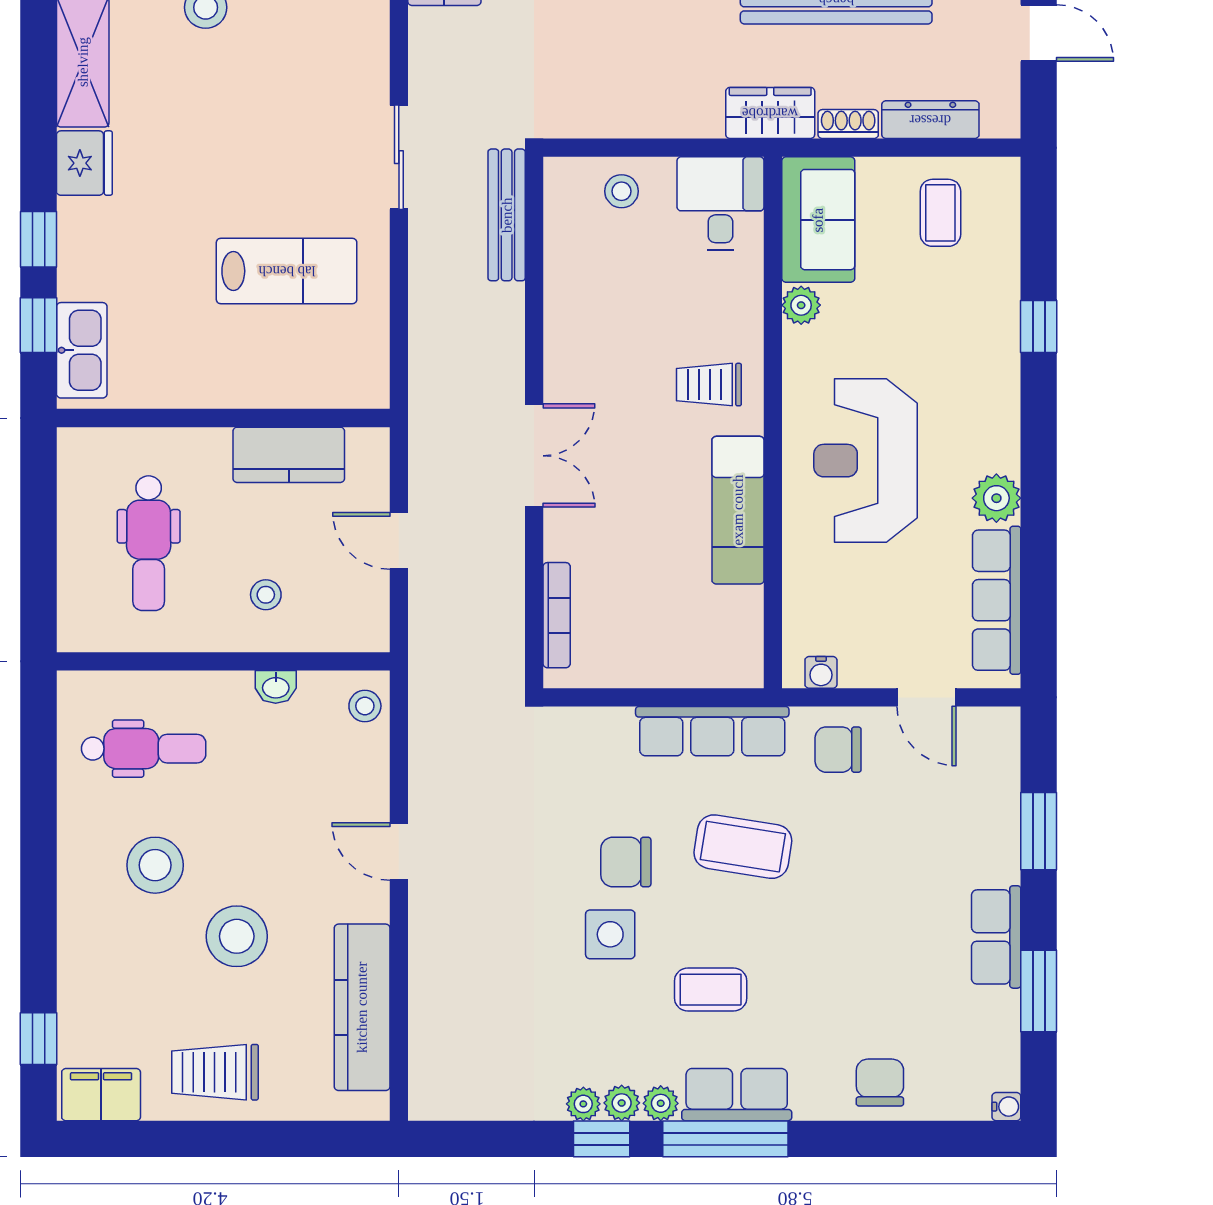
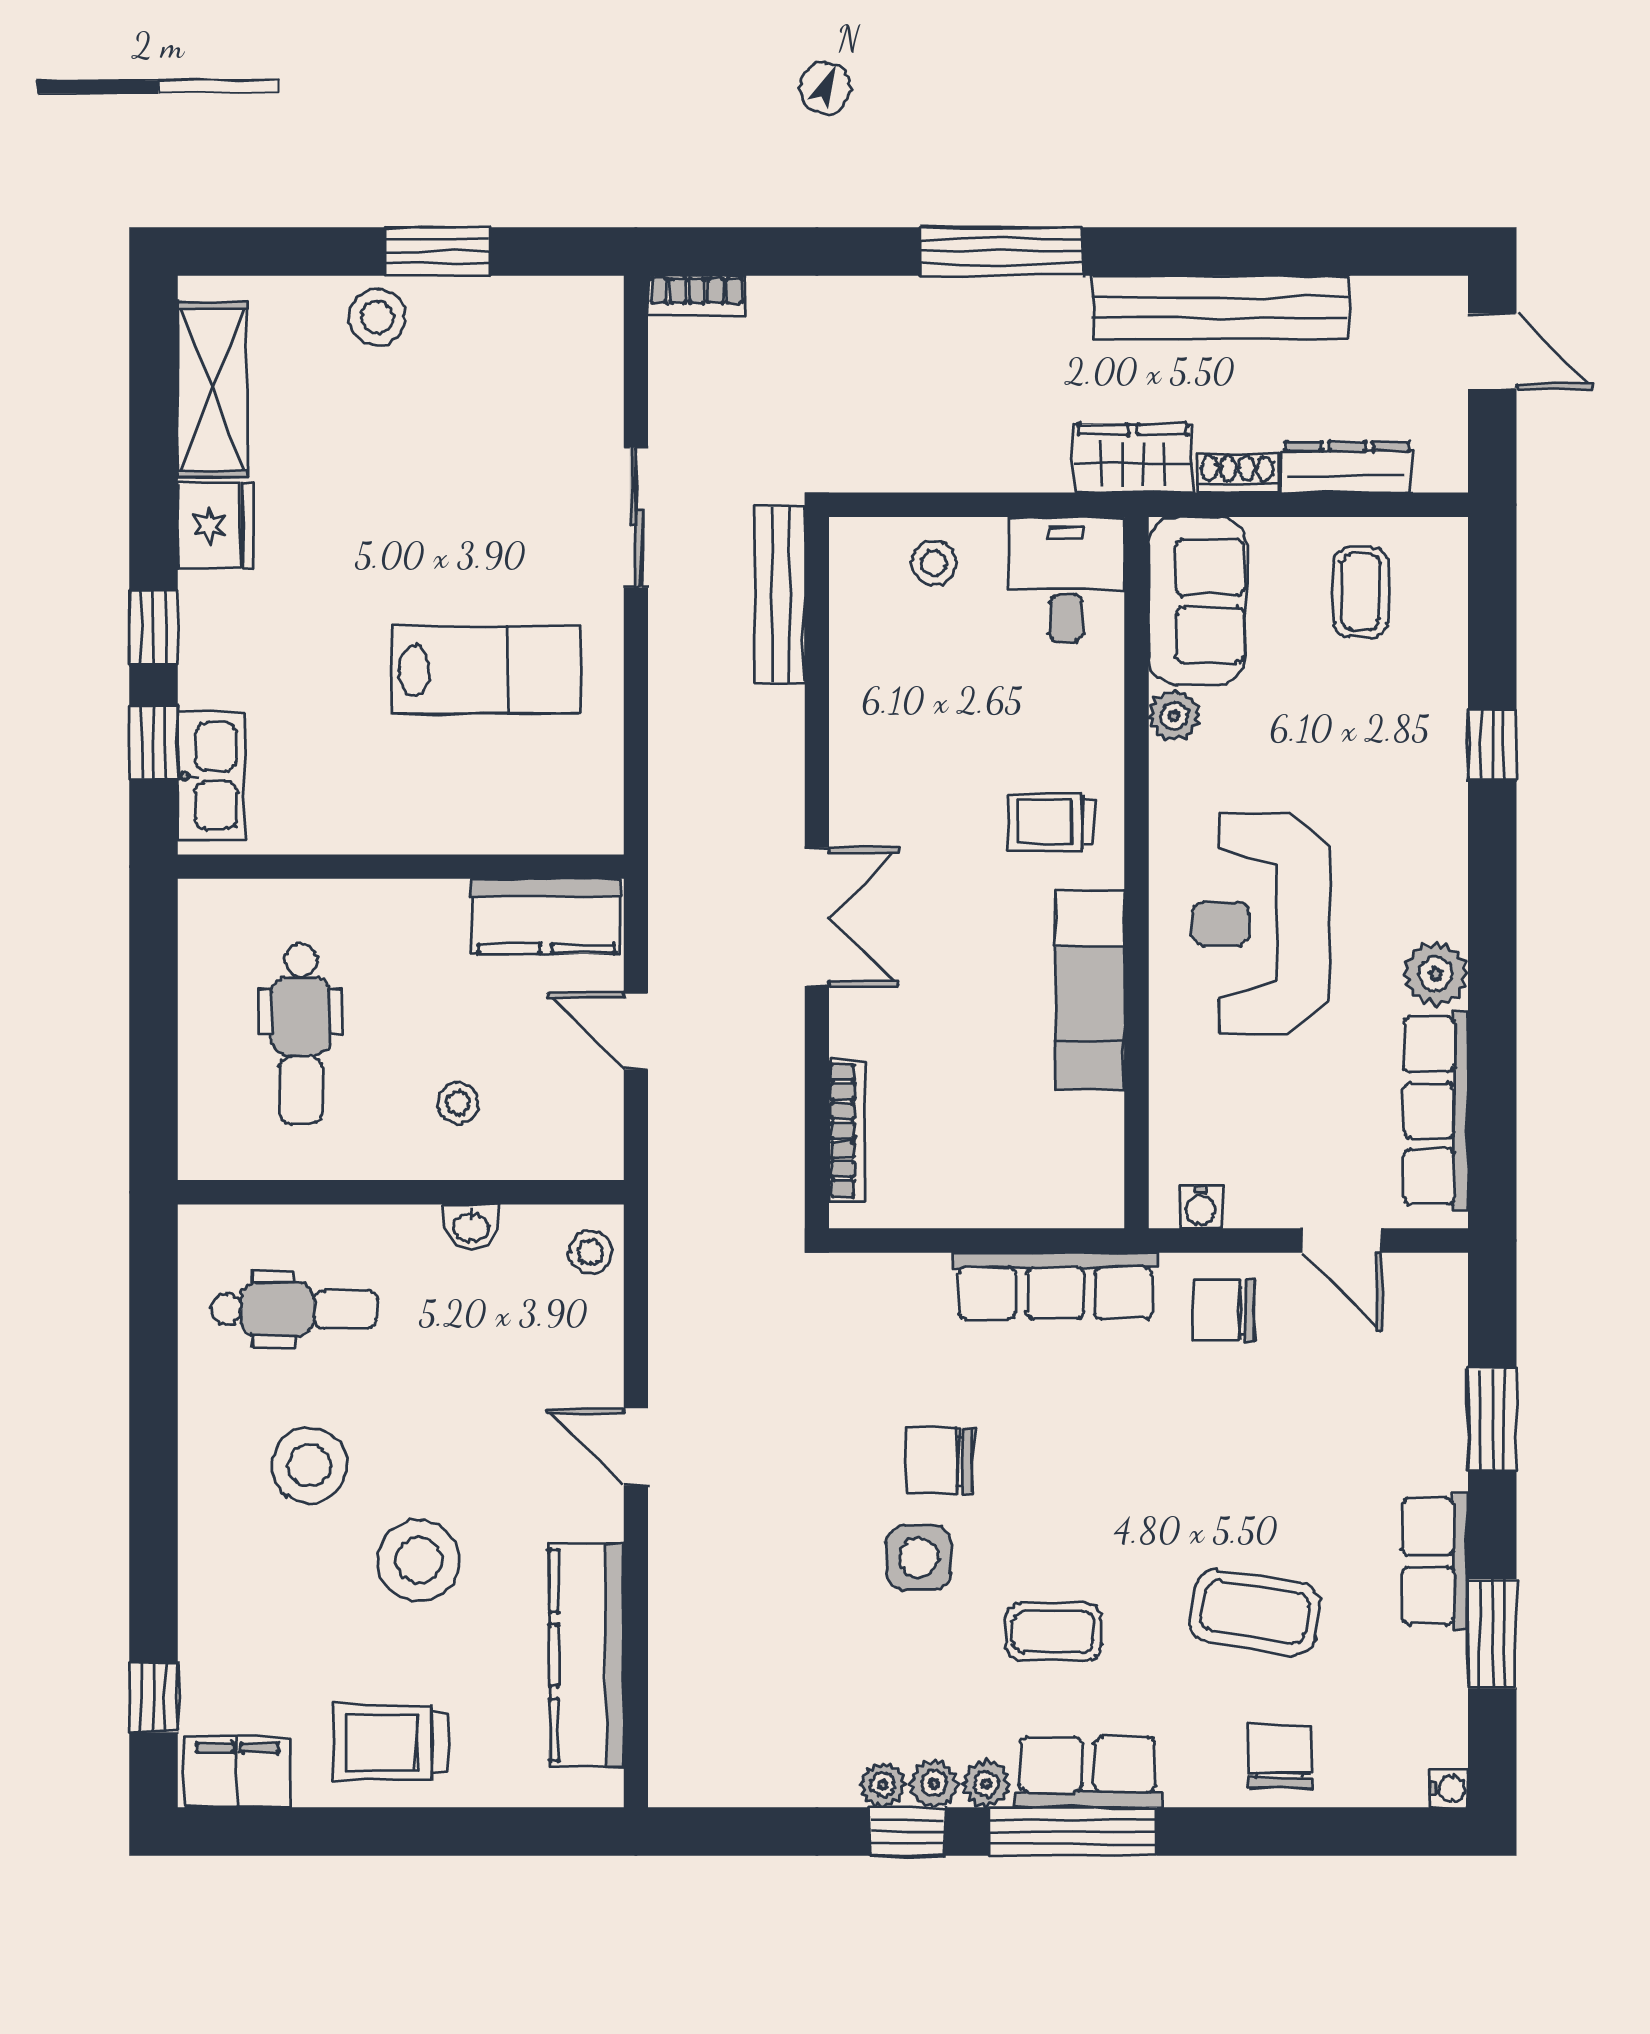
kitchen counter: (289, 455) -> (546, 916), moved
coffee table: (743, 847) -> (1255, 1612), moved

